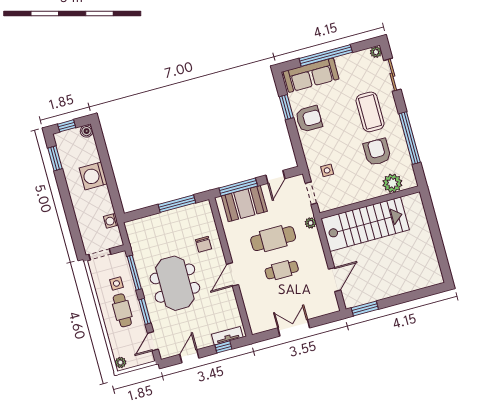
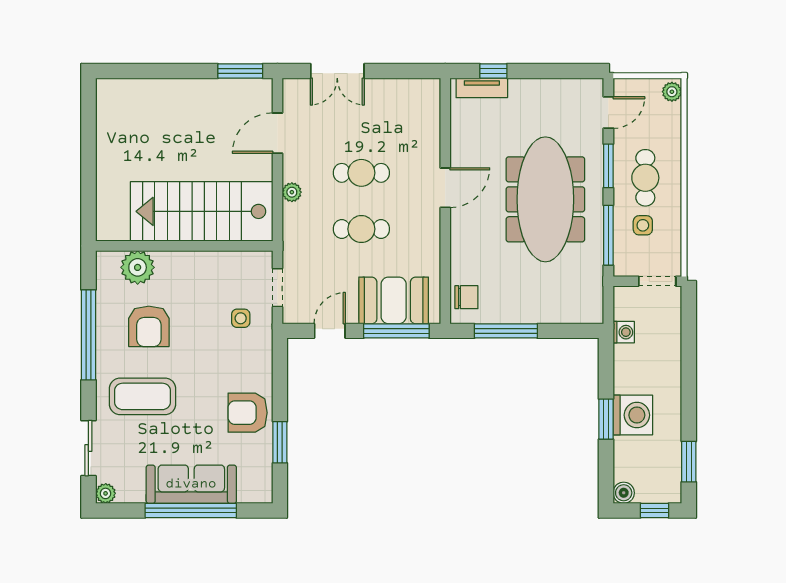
sofa: (311, 75) -> (191, 484), moved
coffee table: (370, 112) -> (143, 396), turned 90
window: (108, 170) -> (606, 419), added
plant: (311, 223) -> (292, 192), moved
cafe table: (273, 239) -> (361, 229), width x0.73, depth x0.74
chair: (203, 244) -> (466, 297), moved, turned 90
meeting table: (175, 283) -> (545, 199), width x1.36
double door: (294, 328) -> (337, 71), moved
door: (189, 356) -> (554, 71), removed

